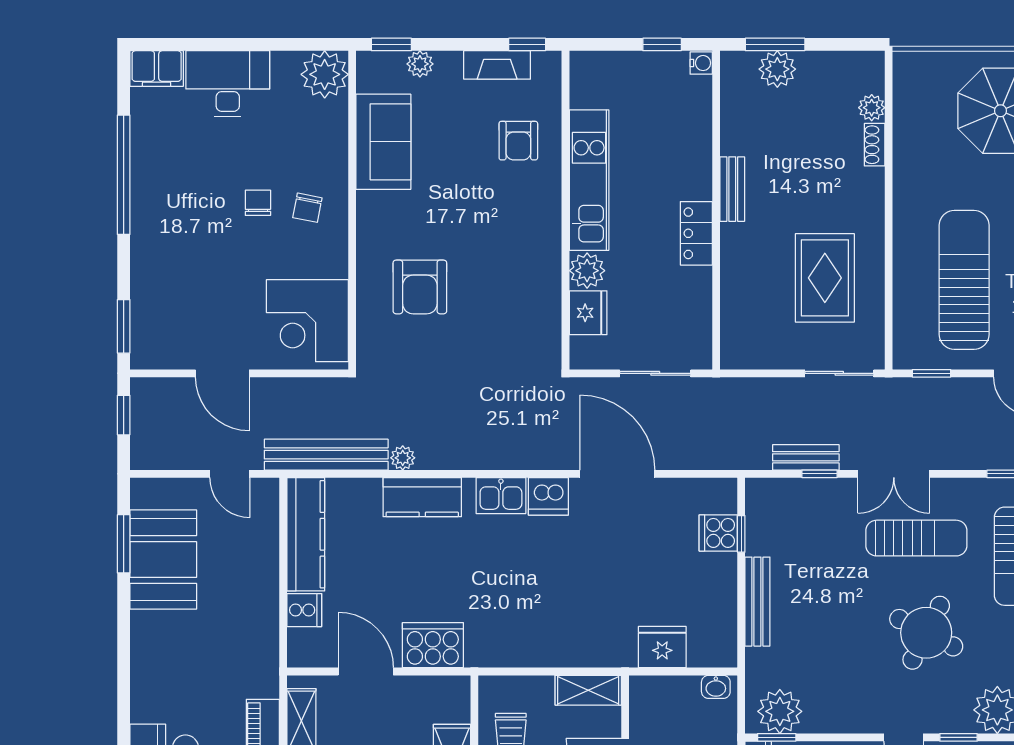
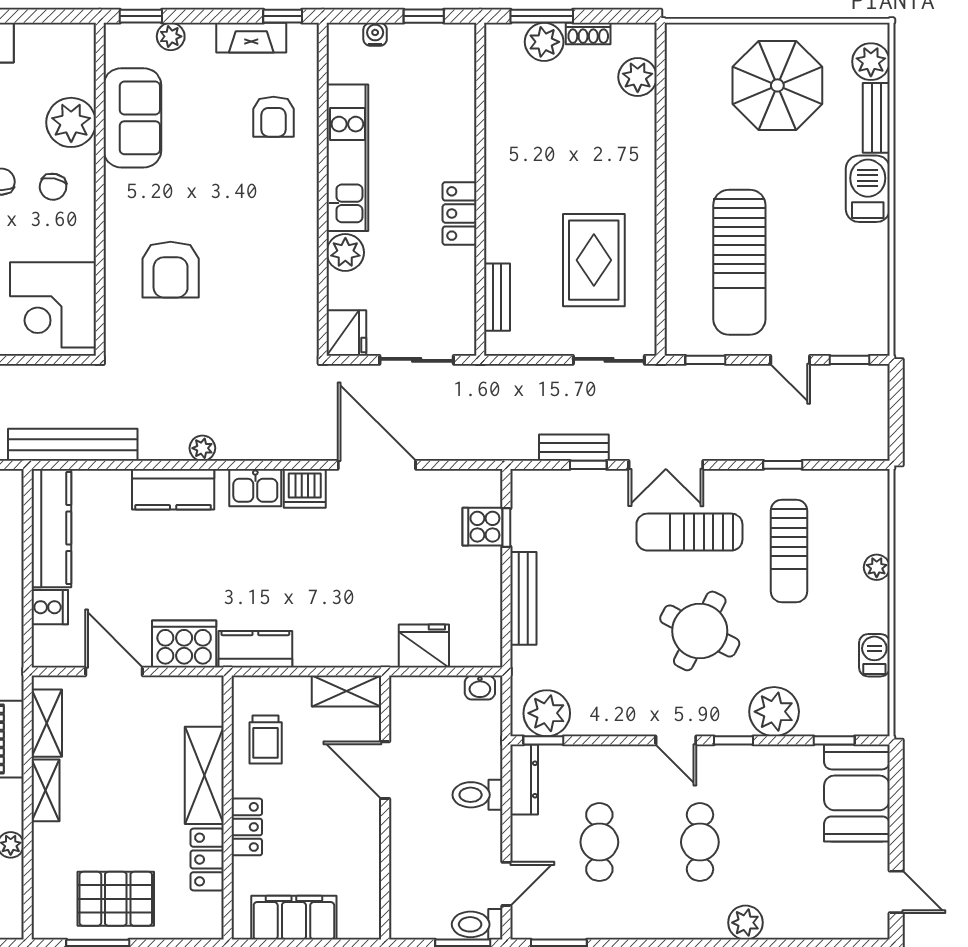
water cooler: (701, 63) -> (375, 34), moved, turned -90
plant: (325, 74) -> (71, 122), moved
plant: (872, 108) -> (638, 77), width x1.38, depth x1.38
shoe rack: (875, 145) -> (588, 34), moved, turned -90
bench: (732, 189) -> (497, 297), moved
sun lounger: (964, 280) -> (739, 262), turned 180
fridge: (588, 313) -> (346, 333), moved
plant: (403, 458) -> (202, 448), moved
sun lounger: (916, 538) -> (689, 532), turned 180
kitchen counter: (501, 650) -> (255, 649), added

